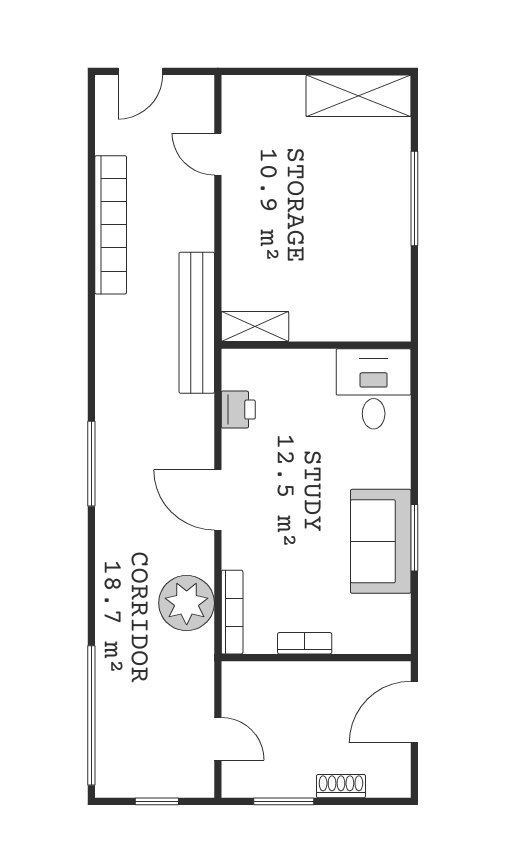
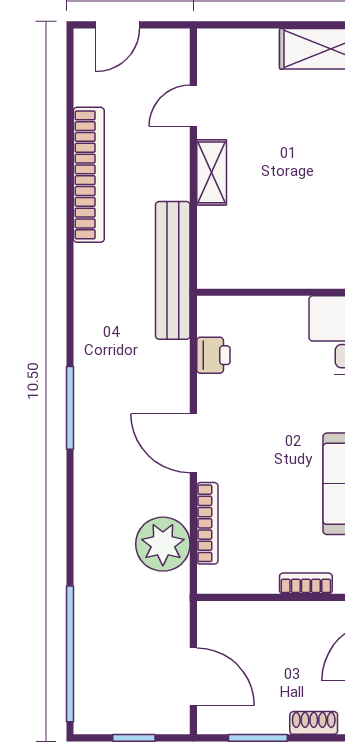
door: (218, 154) -> (193, 106), hinge flipped
shelving: (255, 326) -> (212, 172), moved, turned 90
bookcase: (232, 612) -> (207, 523), moved
bookcase: (305, 643) -> (306, 583), moved
door: (218, 739) -> (193, 677), width x1.38

